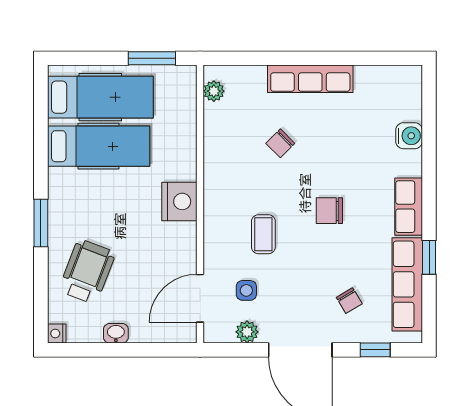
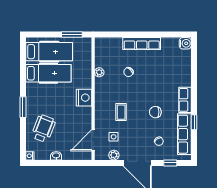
plant: (214, 91) -> (99, 72), moved
water cooler: (409, 136) -> (185, 43), moved
chair: (329, 211) -> (155, 112), moved

